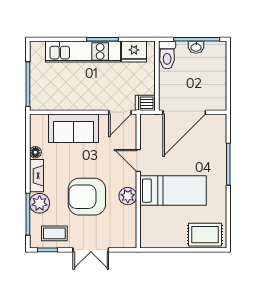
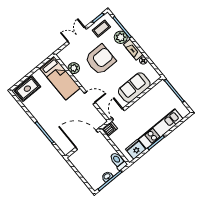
door: (184, 112) -> (87, 140), hinge flipped
bed: (173, 191) -> (60, 78), moved, turned -90
plant: (128, 196) -> (74, 68), moved

